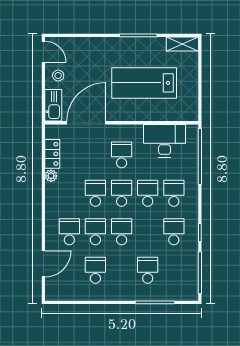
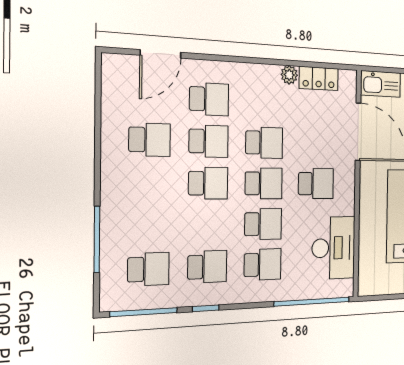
door: (43, 264) -> (161, 54), hinge flipped
school desk: (148, 270) -> (148, 269), moved

